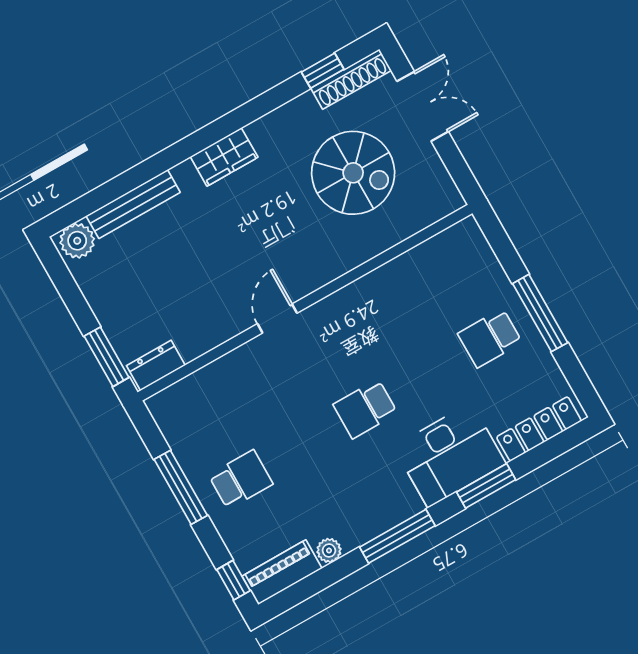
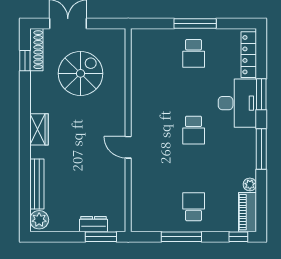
dresser: (156, 365) -> (93, 224), moved, turned 90

